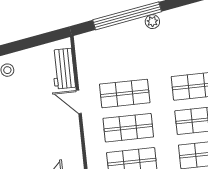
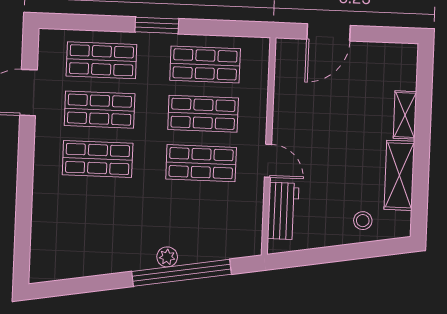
plant: (152, 22) -> (167, 257), moved

